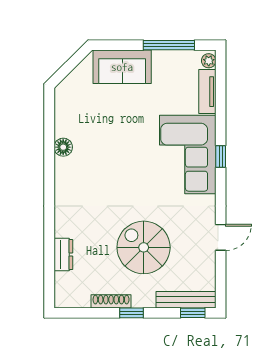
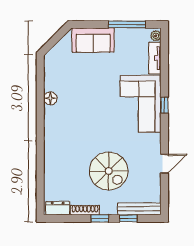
spiral stairs: (144, 247) -> (109, 171), turned 180
dresser: (63, 254) -> (58, 208), moved, turned -90
window: (193, 313) -> (128, 218), moved

